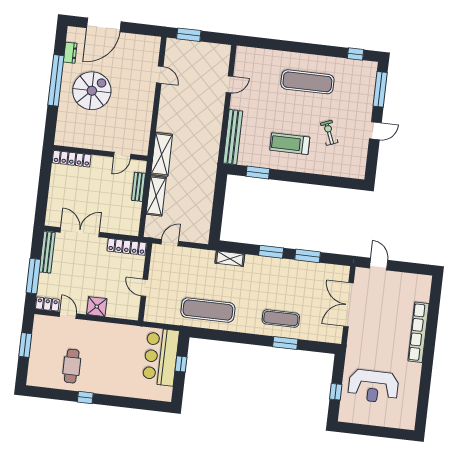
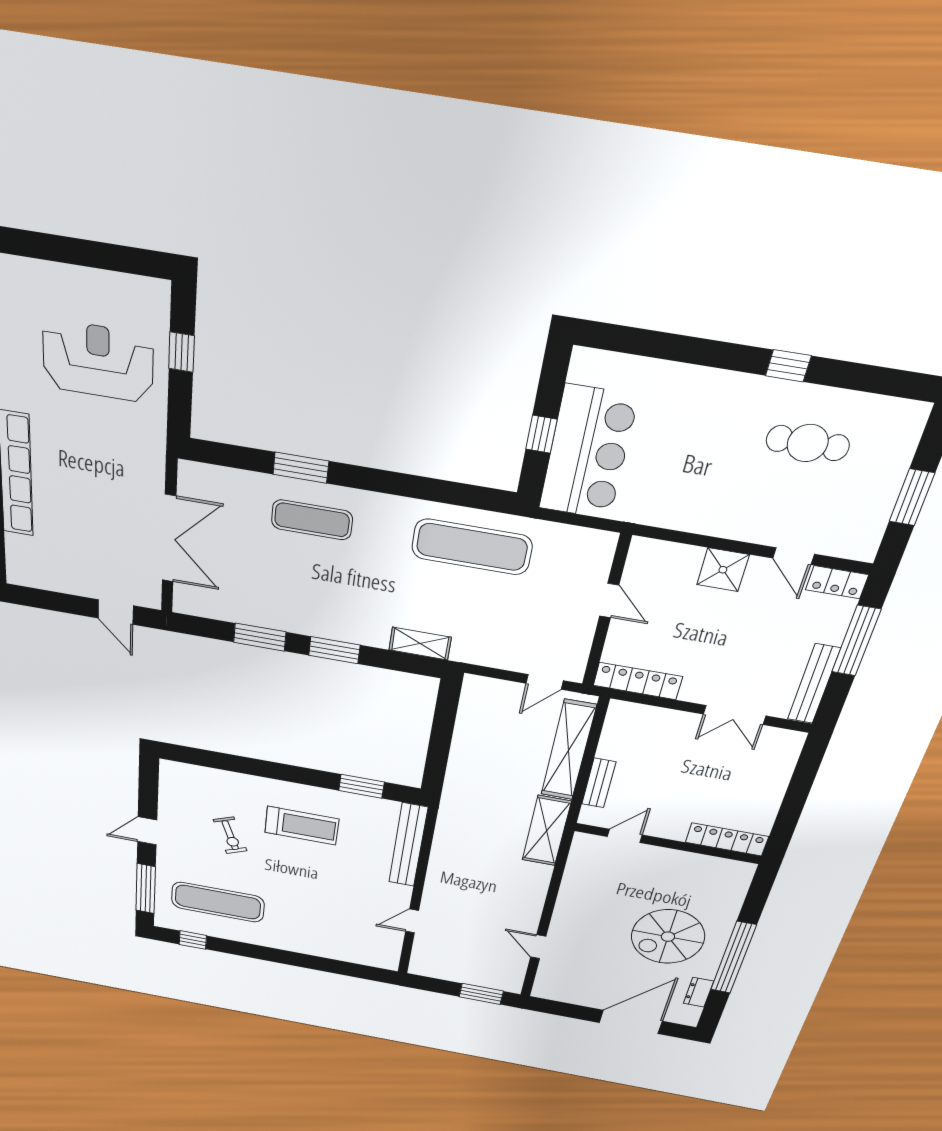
exercise mat: (307, 82) -> (218, 902), moved
shelving: (156, 196) -> (568, 750), width x1.47
double door: (80, 232) -> (735, 715), width x0.73
cafe table: (72, 366) -> (808, 443), turned 90

